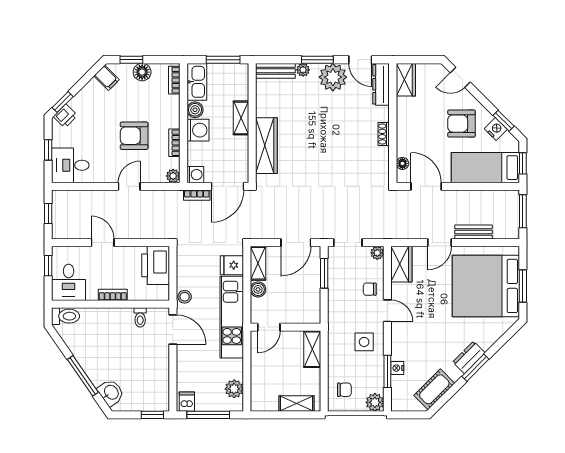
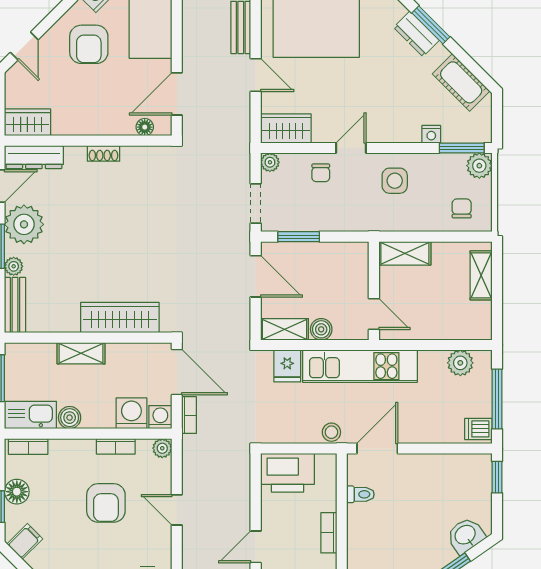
washing machine: (198, 130) -> (131, 413), moved
window: (387, 371) -> (462, 148), moved

